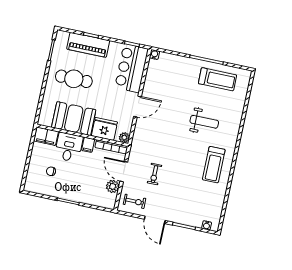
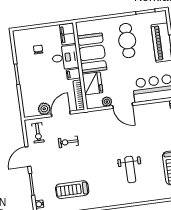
plant: (124, 138) -> (107, 102), moved
treadmill: (214, 165) -> (72, 190), moved

